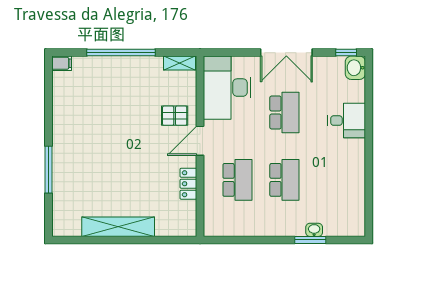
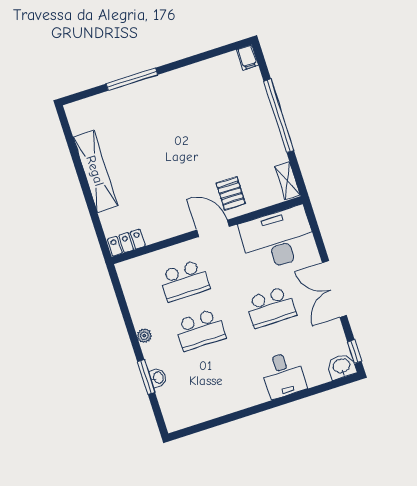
locker: (188, 184) -> (126, 243), moved
plant: (274, 230) -> (144, 336), added

